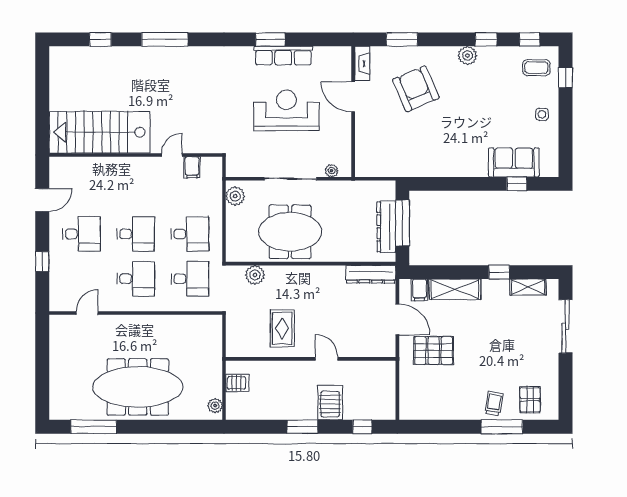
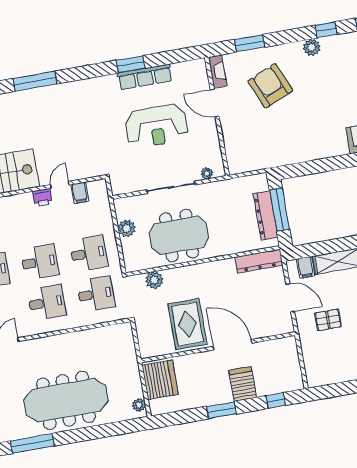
reception desk: (286, 110) -> (156, 126), turned 180
printer: (151, 165) -> (42, 197), added
plant: (235, 196) -> (127, 228), moved
rug: (282, 328) -> (187, 324), width x1.36, depth x1.43
pallet: (434, 350) -> (328, 320), width x0.67, depth x0.71
door: (327, 359) -> (232, 345), width x1.88
server rack: (237, 383) -> (160, 380), width x2.18, depth x1.44

